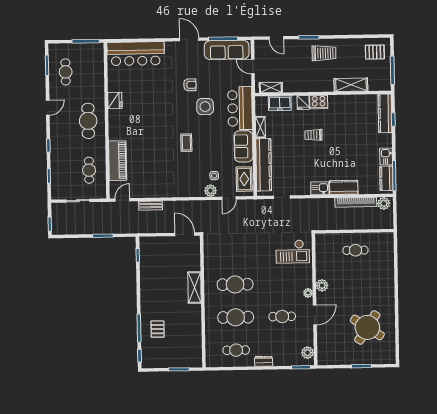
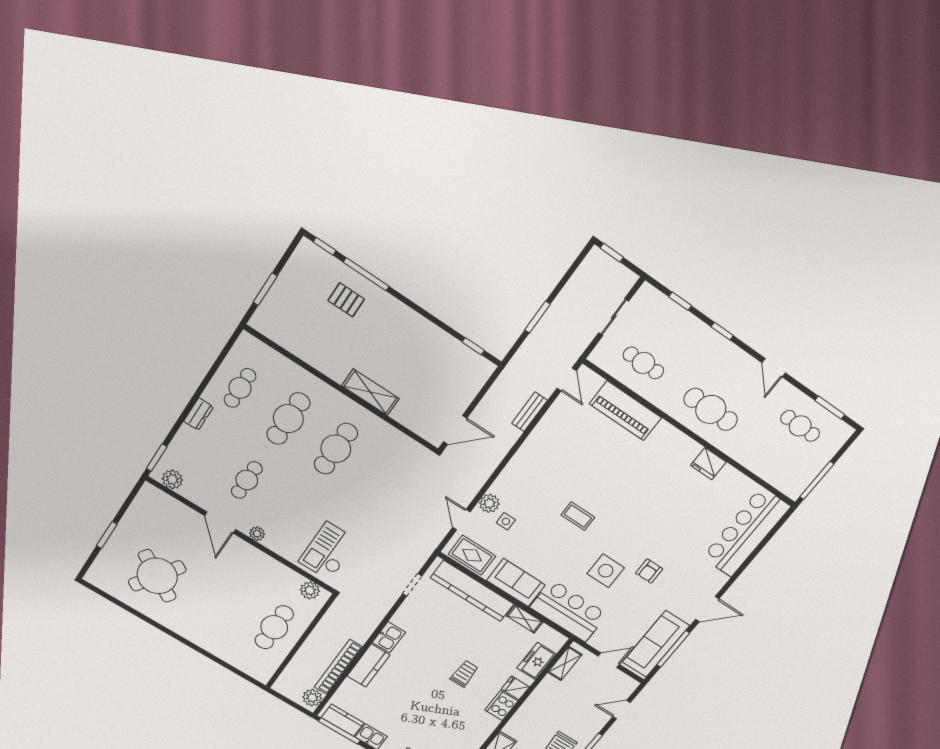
cafe table: (355, 250) -> (274, 627), width x1.37, depth x1.35
plant: (322, 285) -> (310, 590), moved

